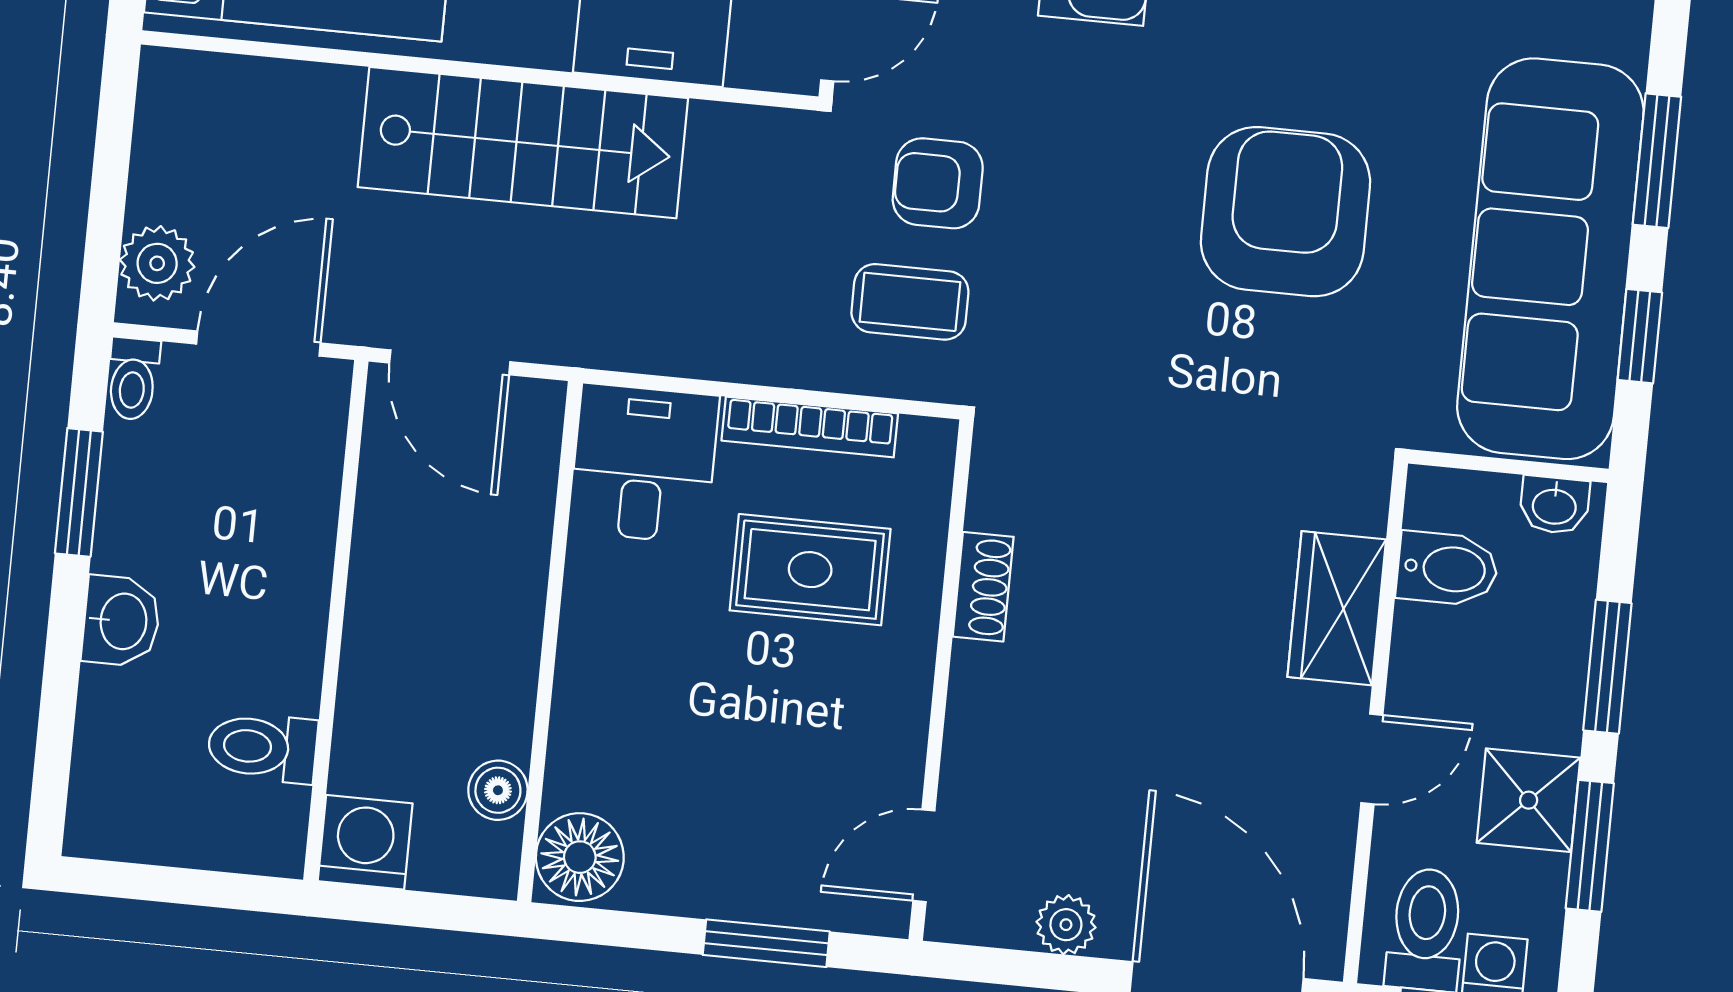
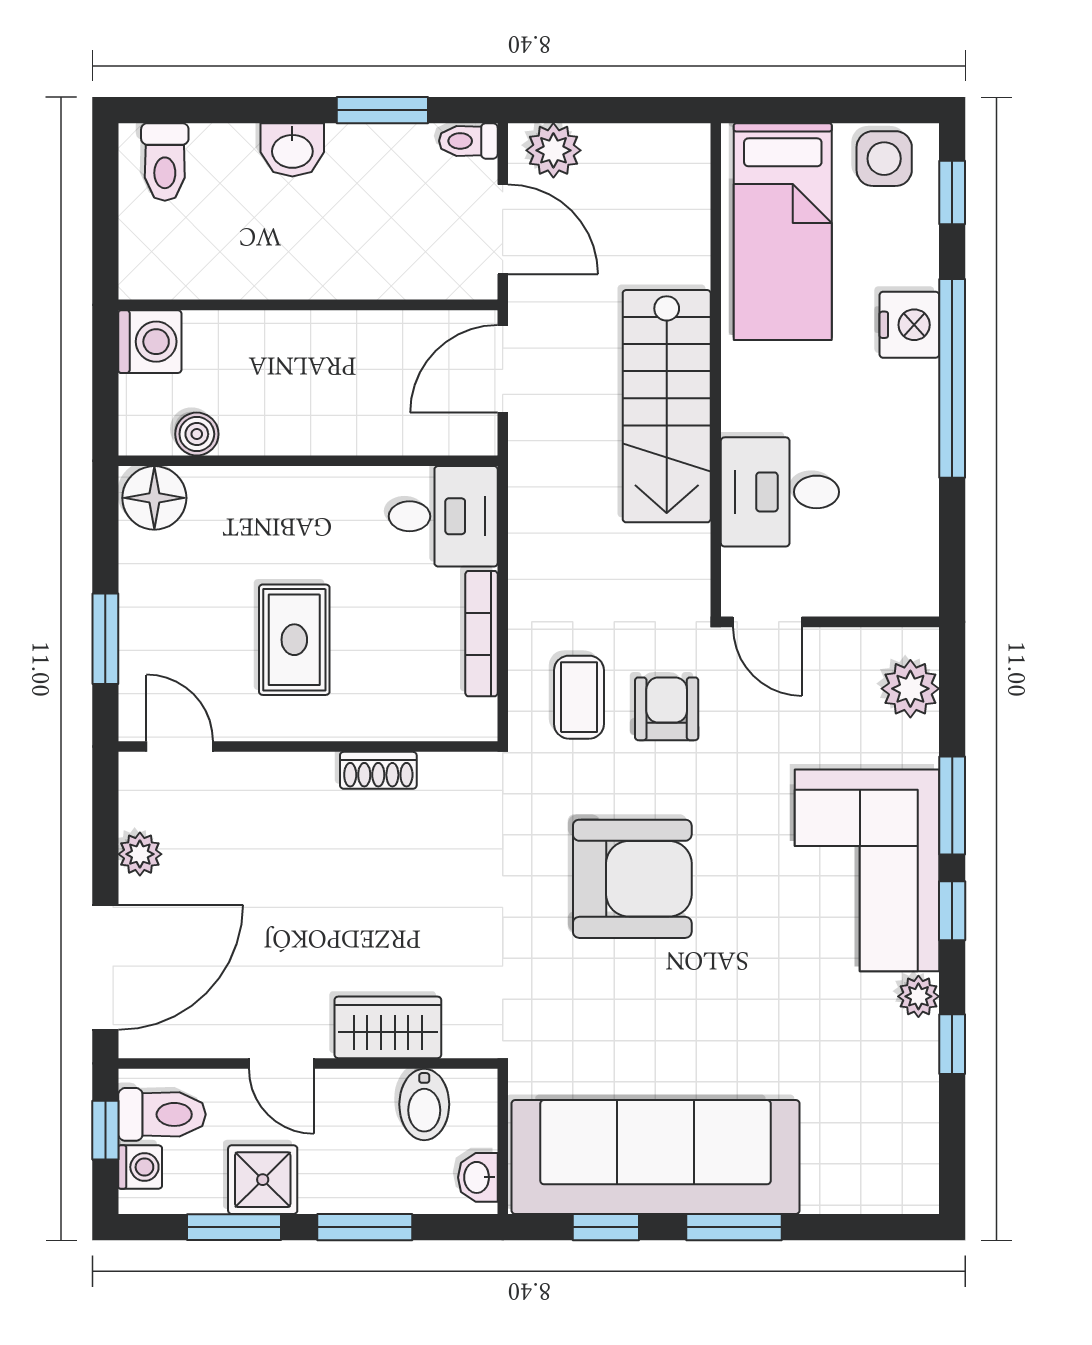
armchair: (1285, 212) -> (632, 879), moved
rug: (810, 570) -> (294, 640), moved
toilet: (262, 747) -> (165, 162), moved, turned 180

